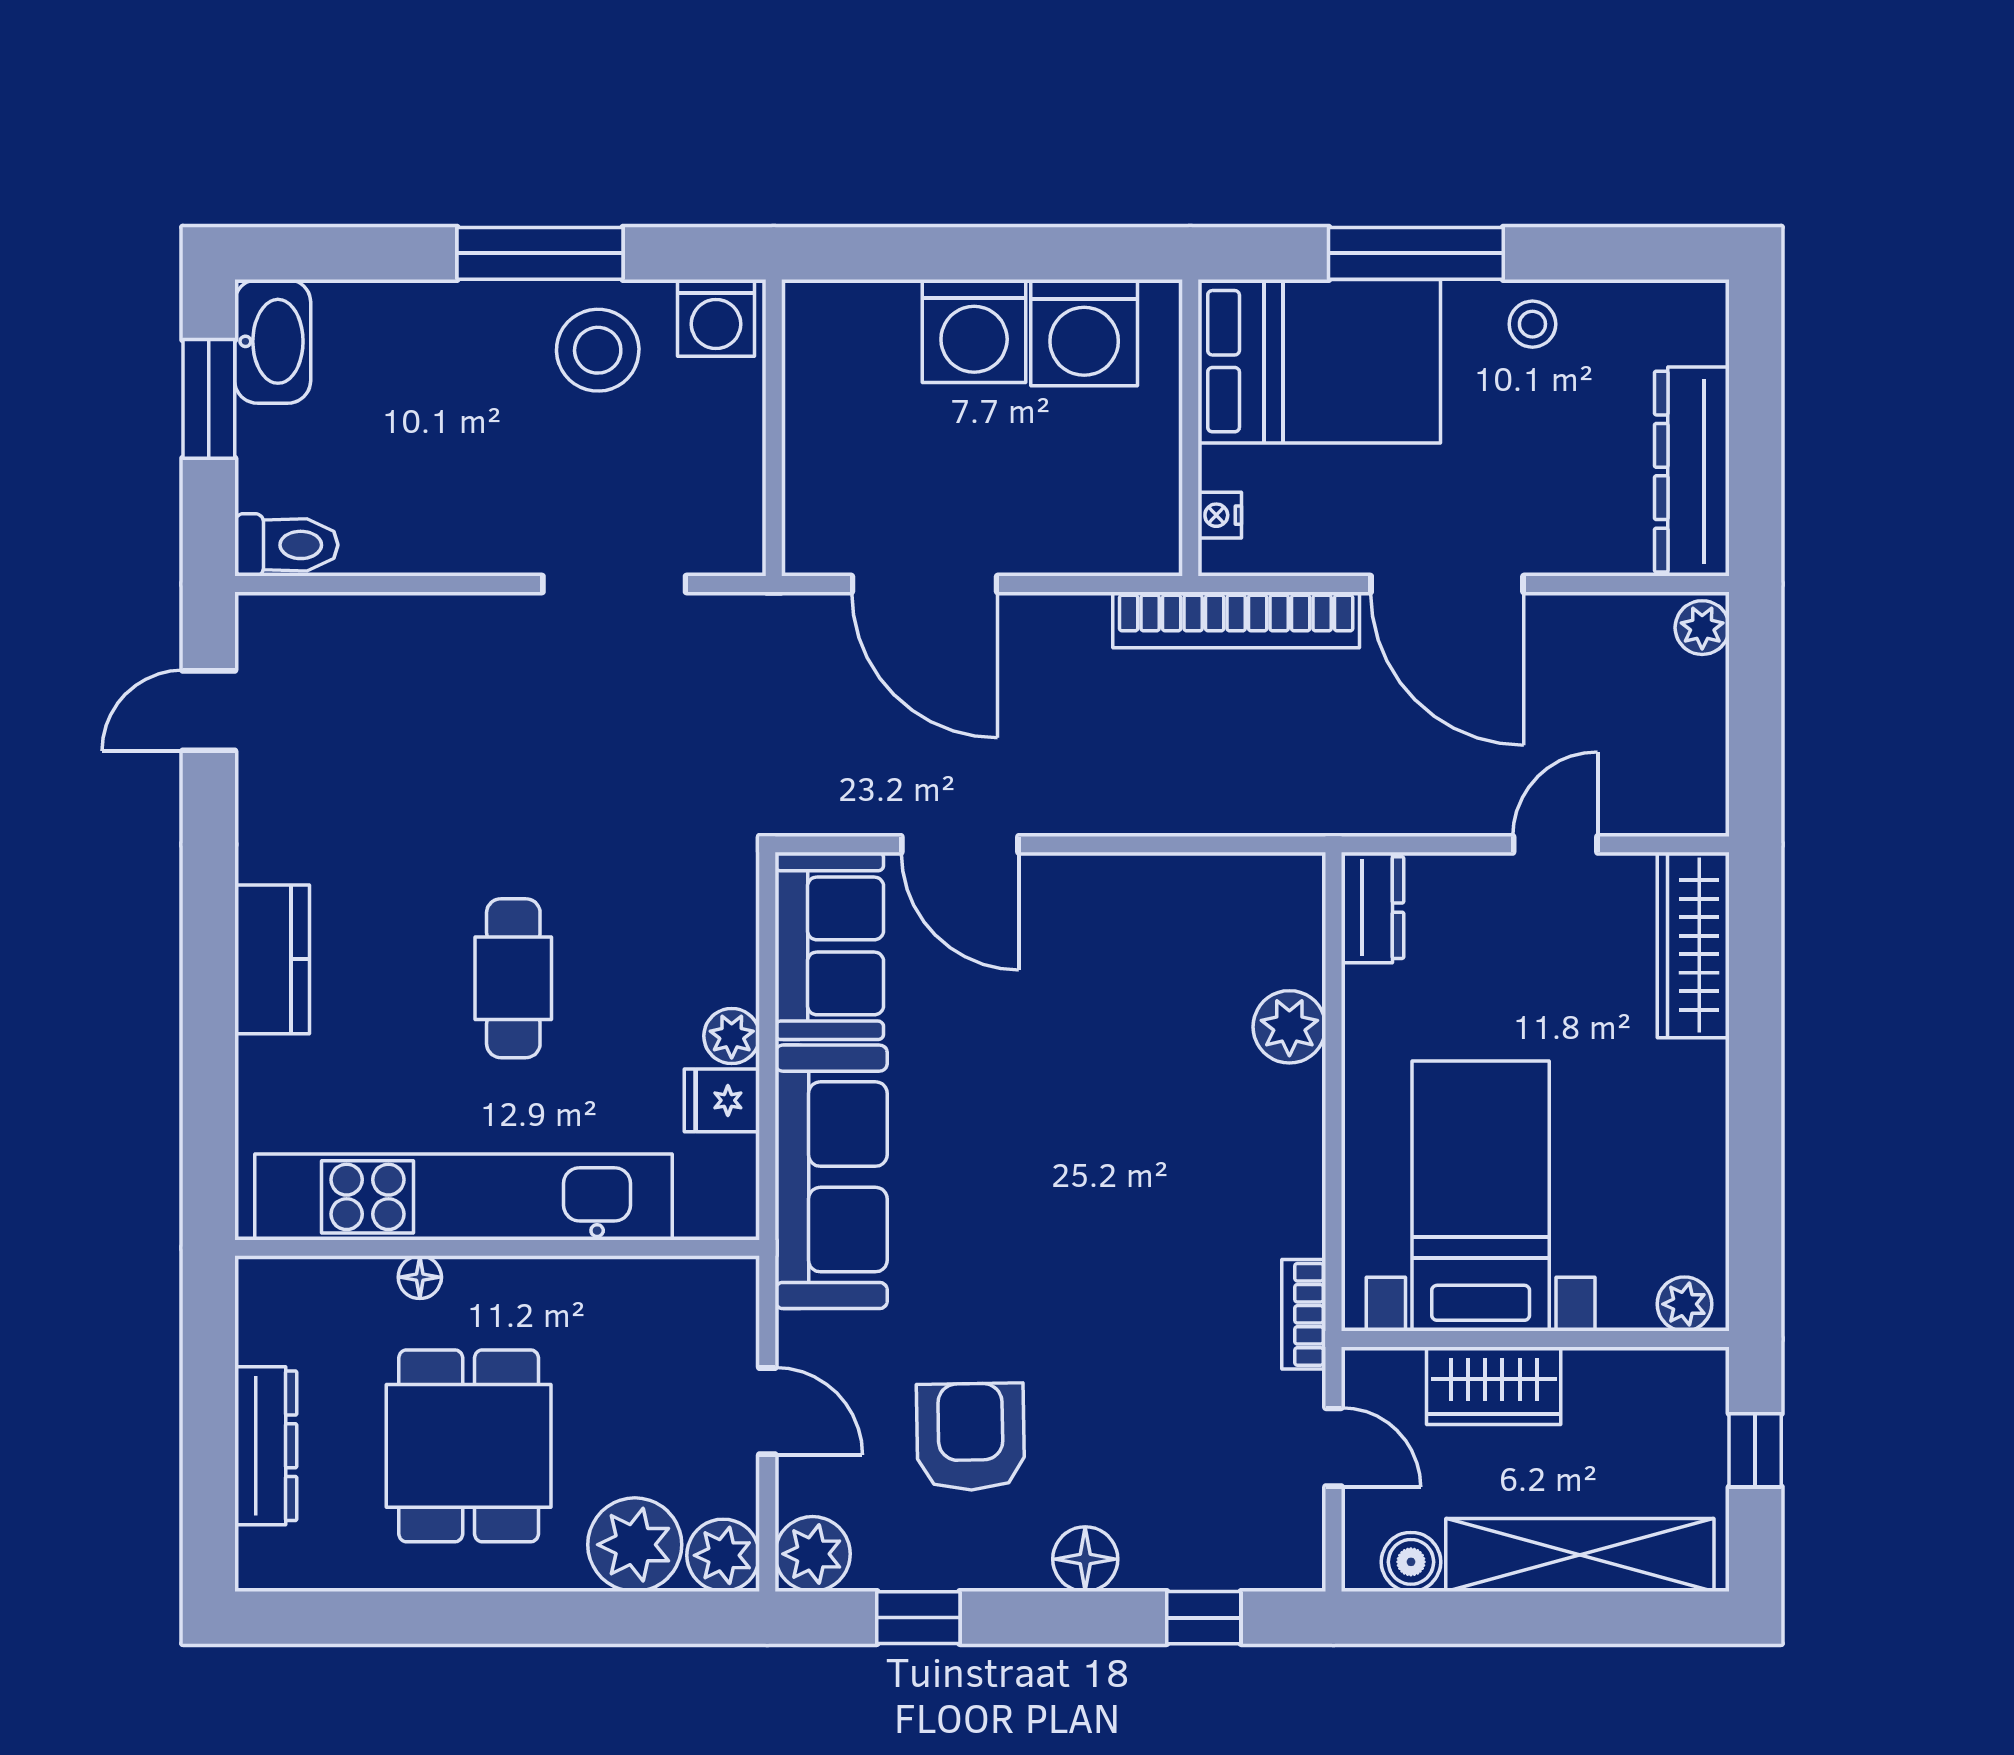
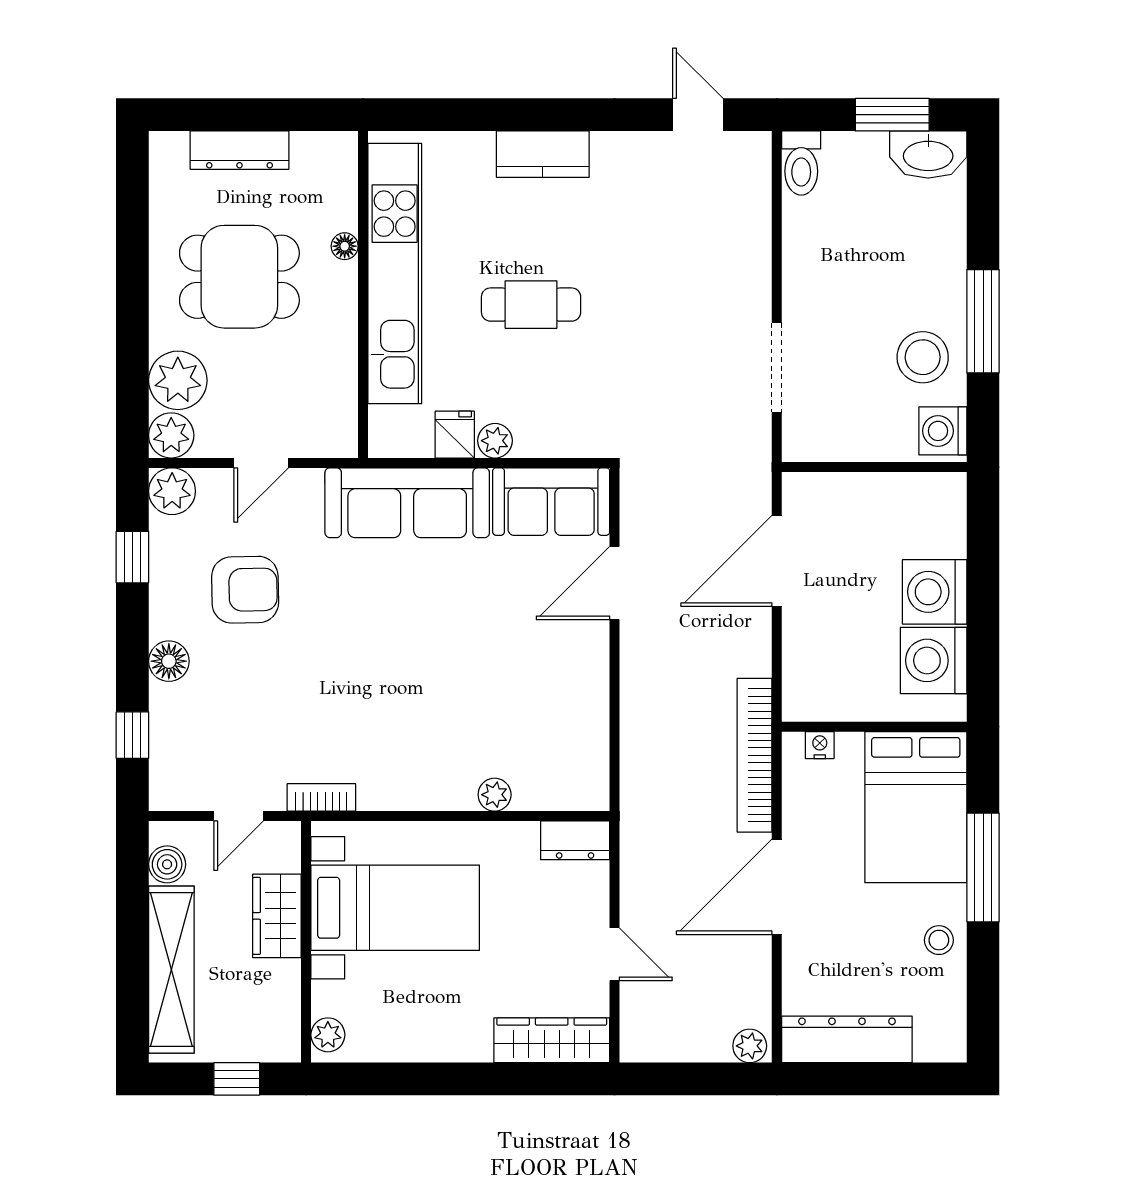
plant: (1289, 1027) -> (495, 795), width x0.73, depth x0.73

